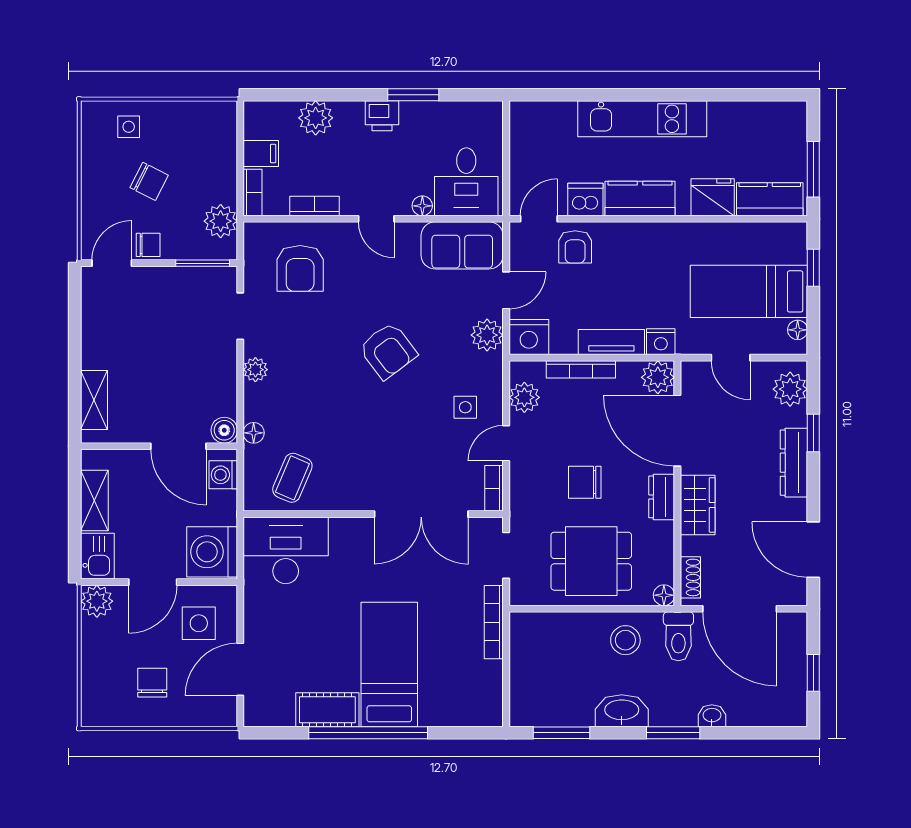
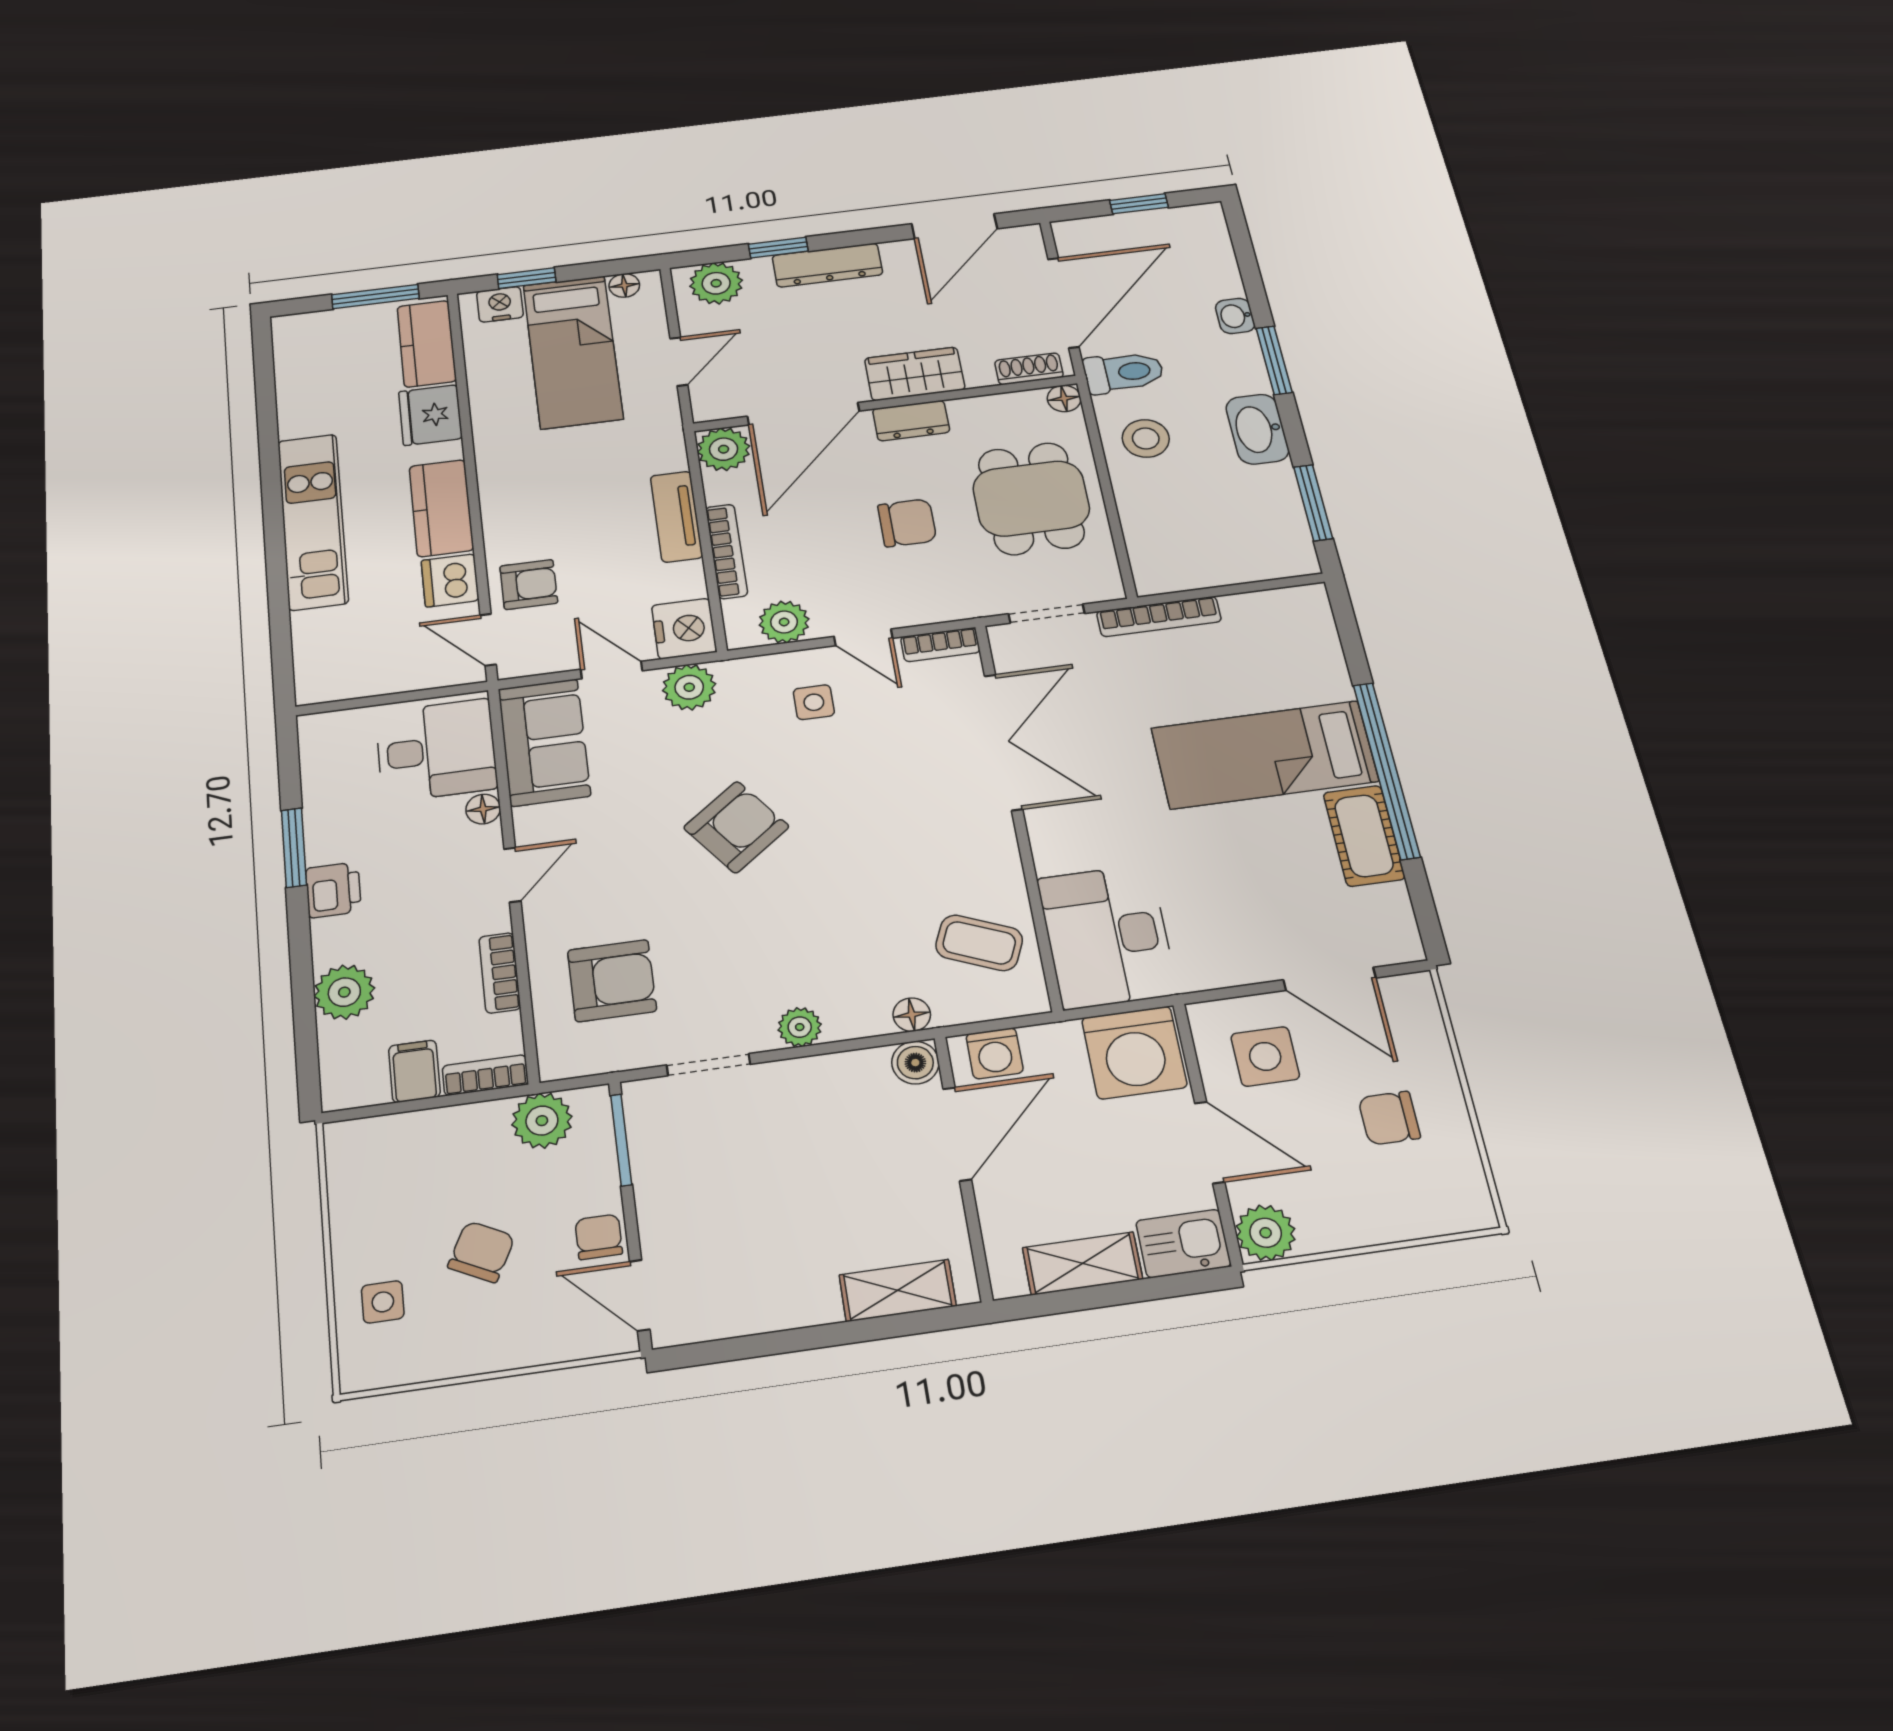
nightstand: (661, 342) -> (500, 304), moved, turned -90
chair: (585, 482) -> (907, 523), turned -90

